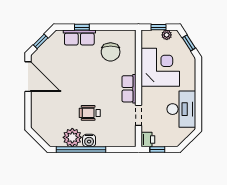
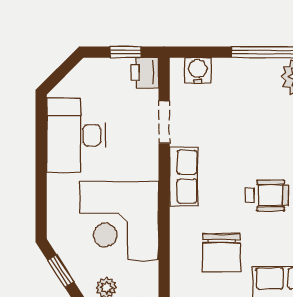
chair: (111, 52) -> (222, 253), turned 180
wheelchair: (90, 113) -> (267, 195), moved
water cooler: (89, 141) -> (198, 71), moved

